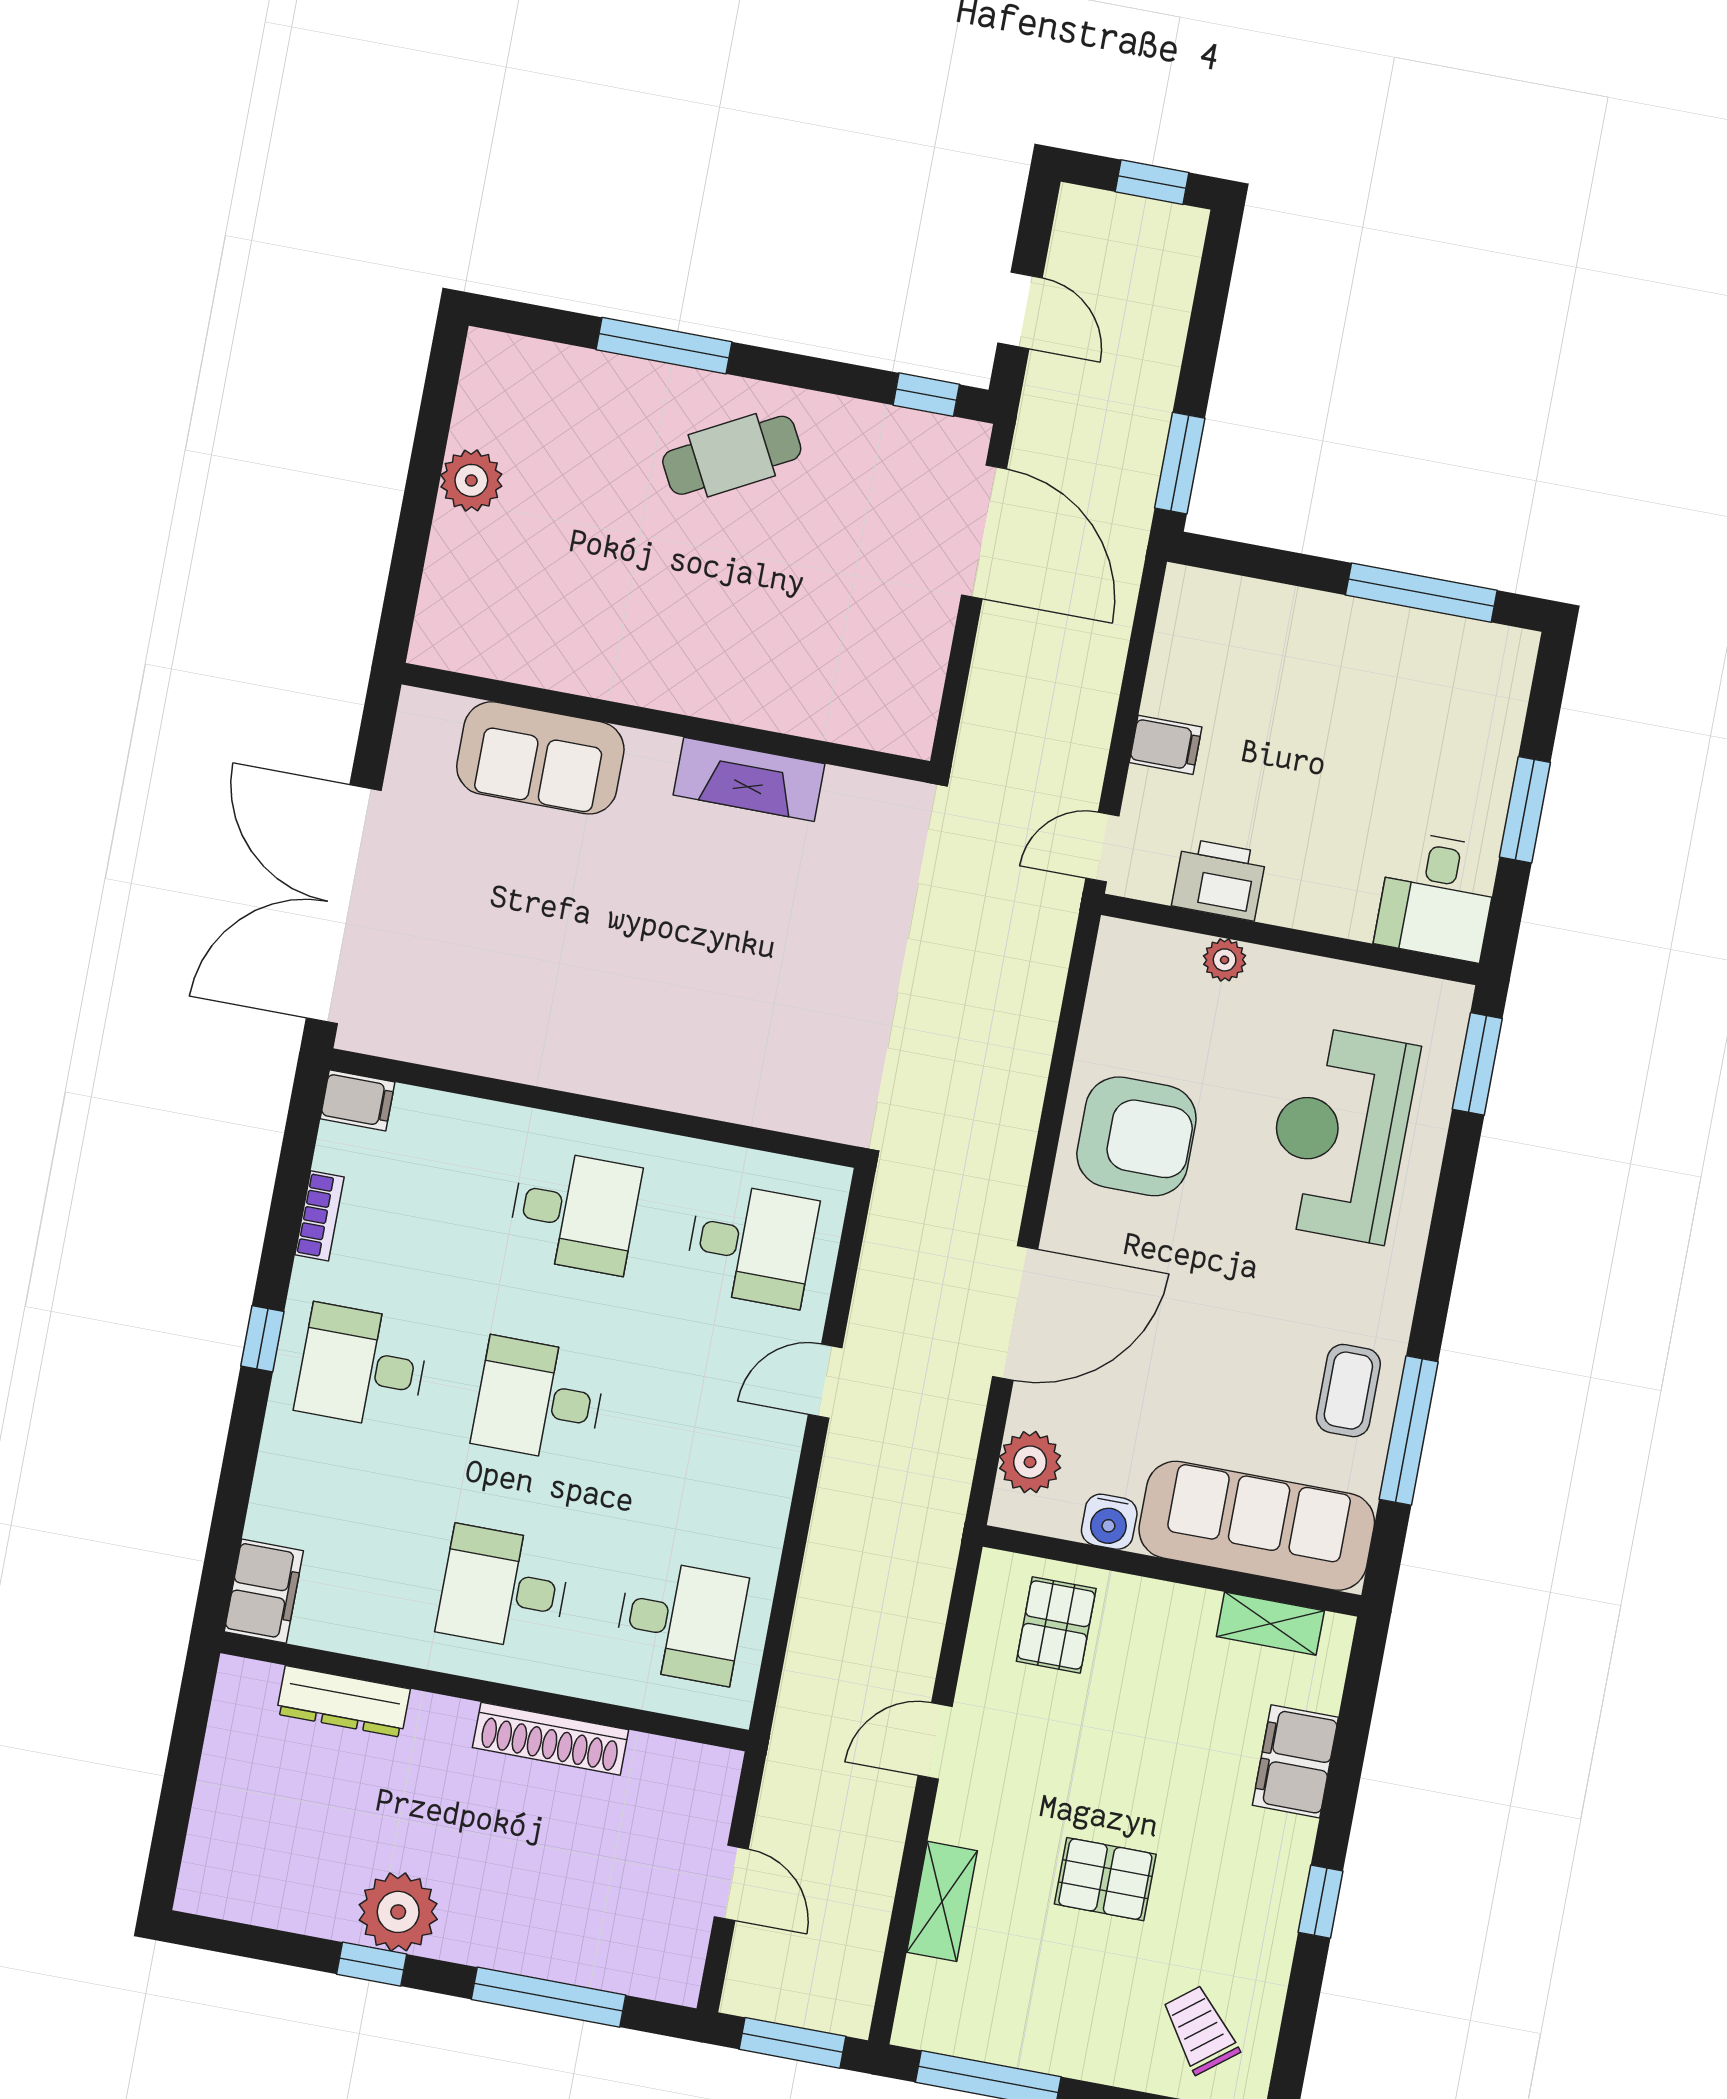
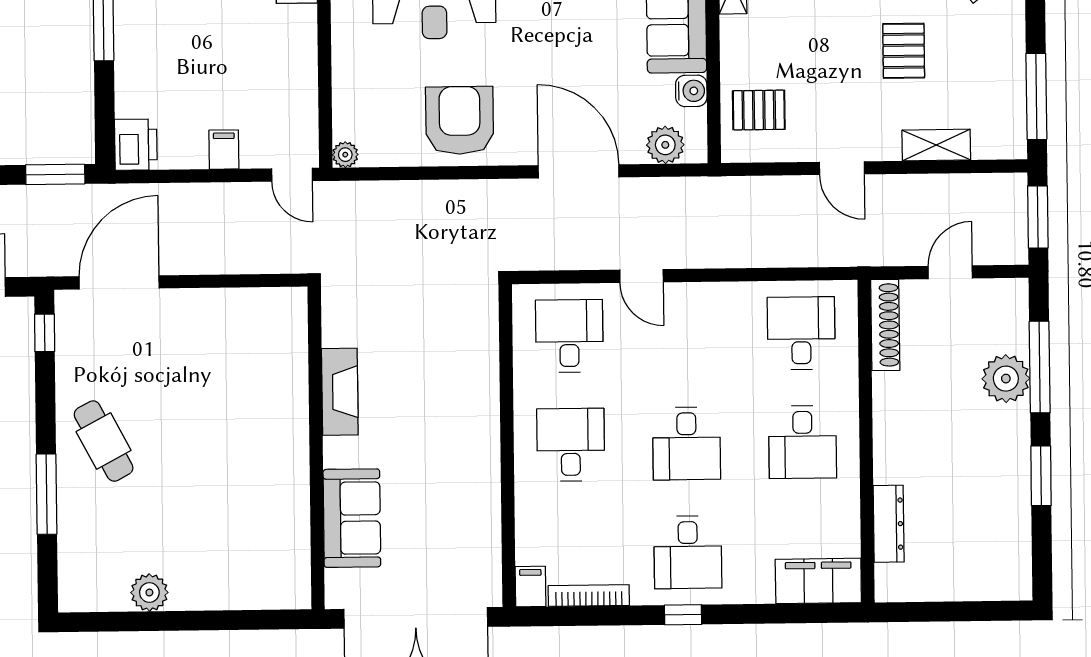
wall: (666, 723) -> (316, 448), moved
sofa: (540, 758) -> (352, 518), moved
fireplace: (749, 779) -> (340, 392), moved
printer: (1219, 880) -> (136, 145), moved, turned 180
plant: (1225, 960) -> (345, 155), moved
bookcase: (319, 1216) -> (589, 596), width x1.56
filing cabinet: (264, 1591) -> (818, 581), width x1.50, depth x1.17
shoe rack: (551, 1739) -> (885, 325), moved
plant: (398, 1912) -> (1006, 379), moved
window: (372, 1964) -> (1041, 476), width x1.50

